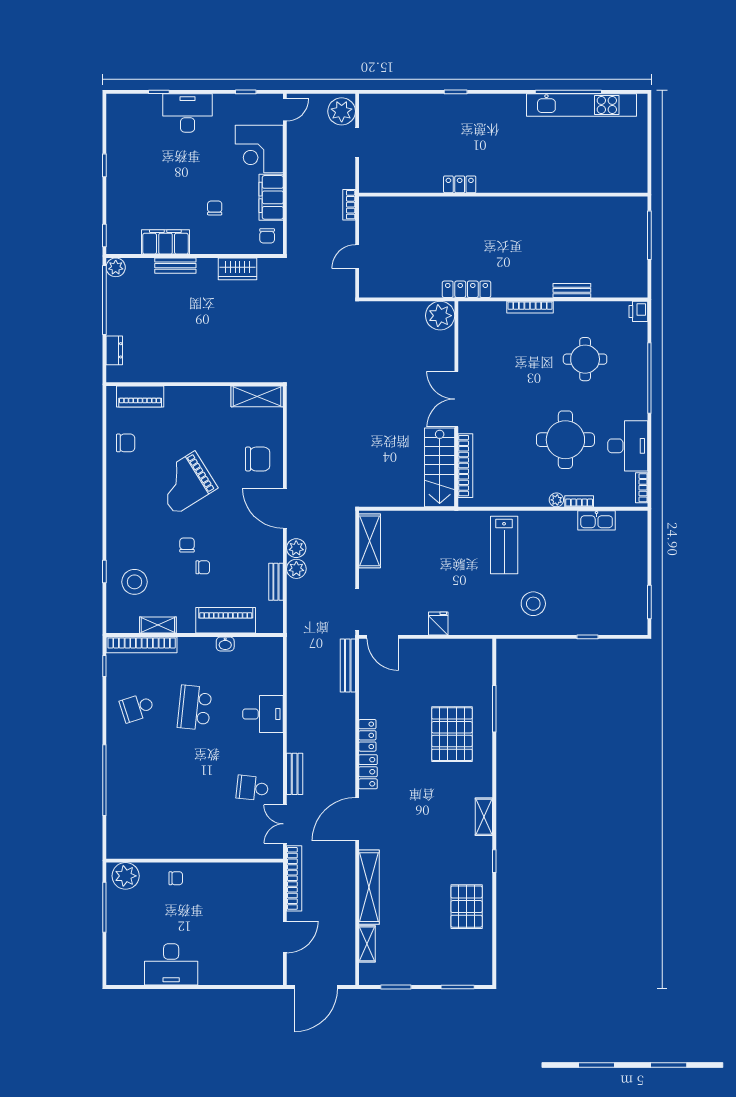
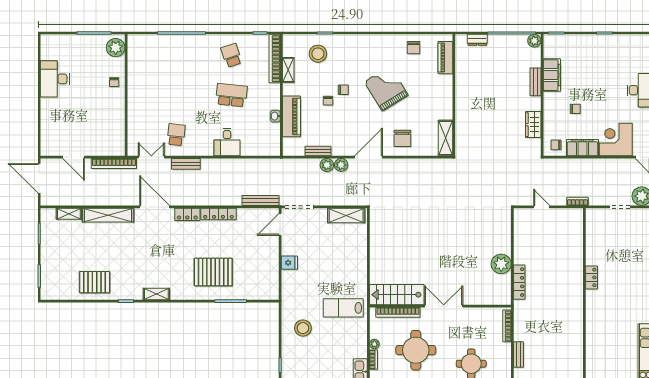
double door: (456, 399) -> (444, 306), moved
wall: (456, 404) -> (440, 306), moved
bookcase: (465, 466) -> (398, 312), moved
stairs: (440, 467) -> (397, 295), moved
locker: (367, 735) -> (218, 214), width x1.53

